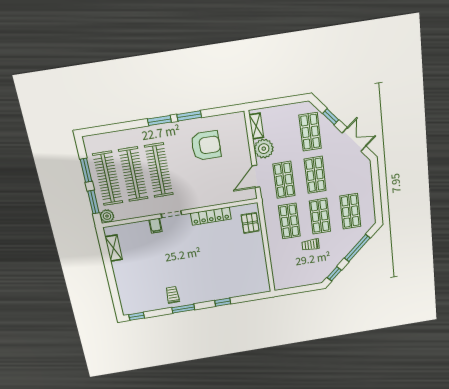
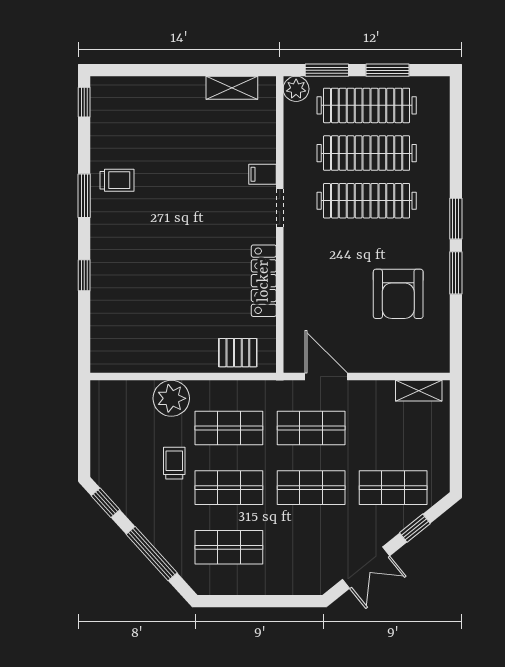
plant: (264, 149) -> (171, 398), moved

